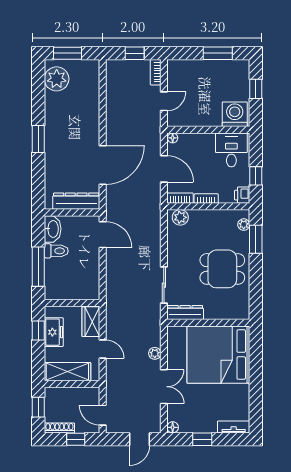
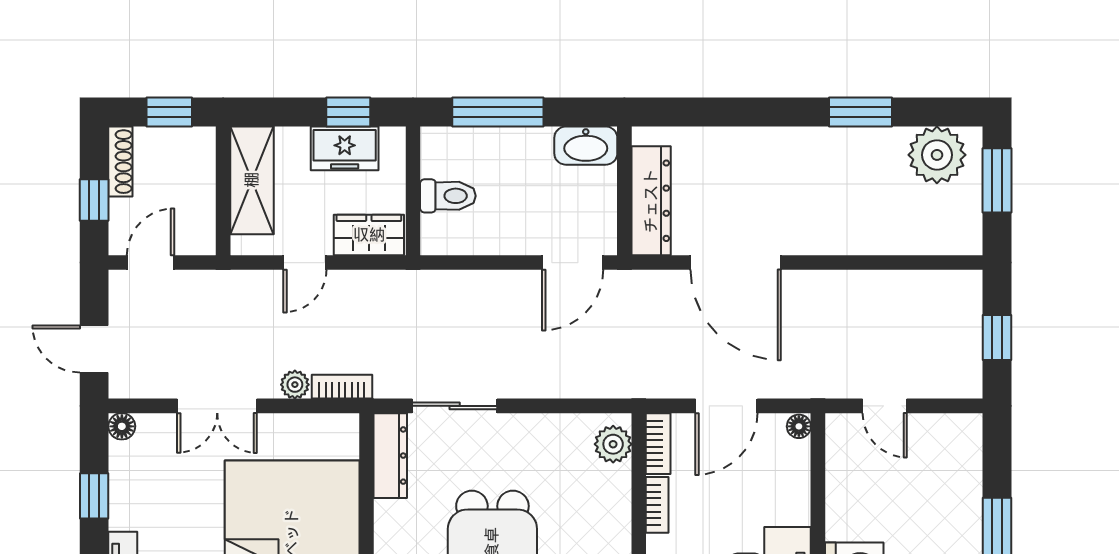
bookcase: (156, 72) -> (342, 387), moved
window: (38, 139) -> (861, 112), moved
toilet: (56, 251) -> (448, 196), moved, turned -90

